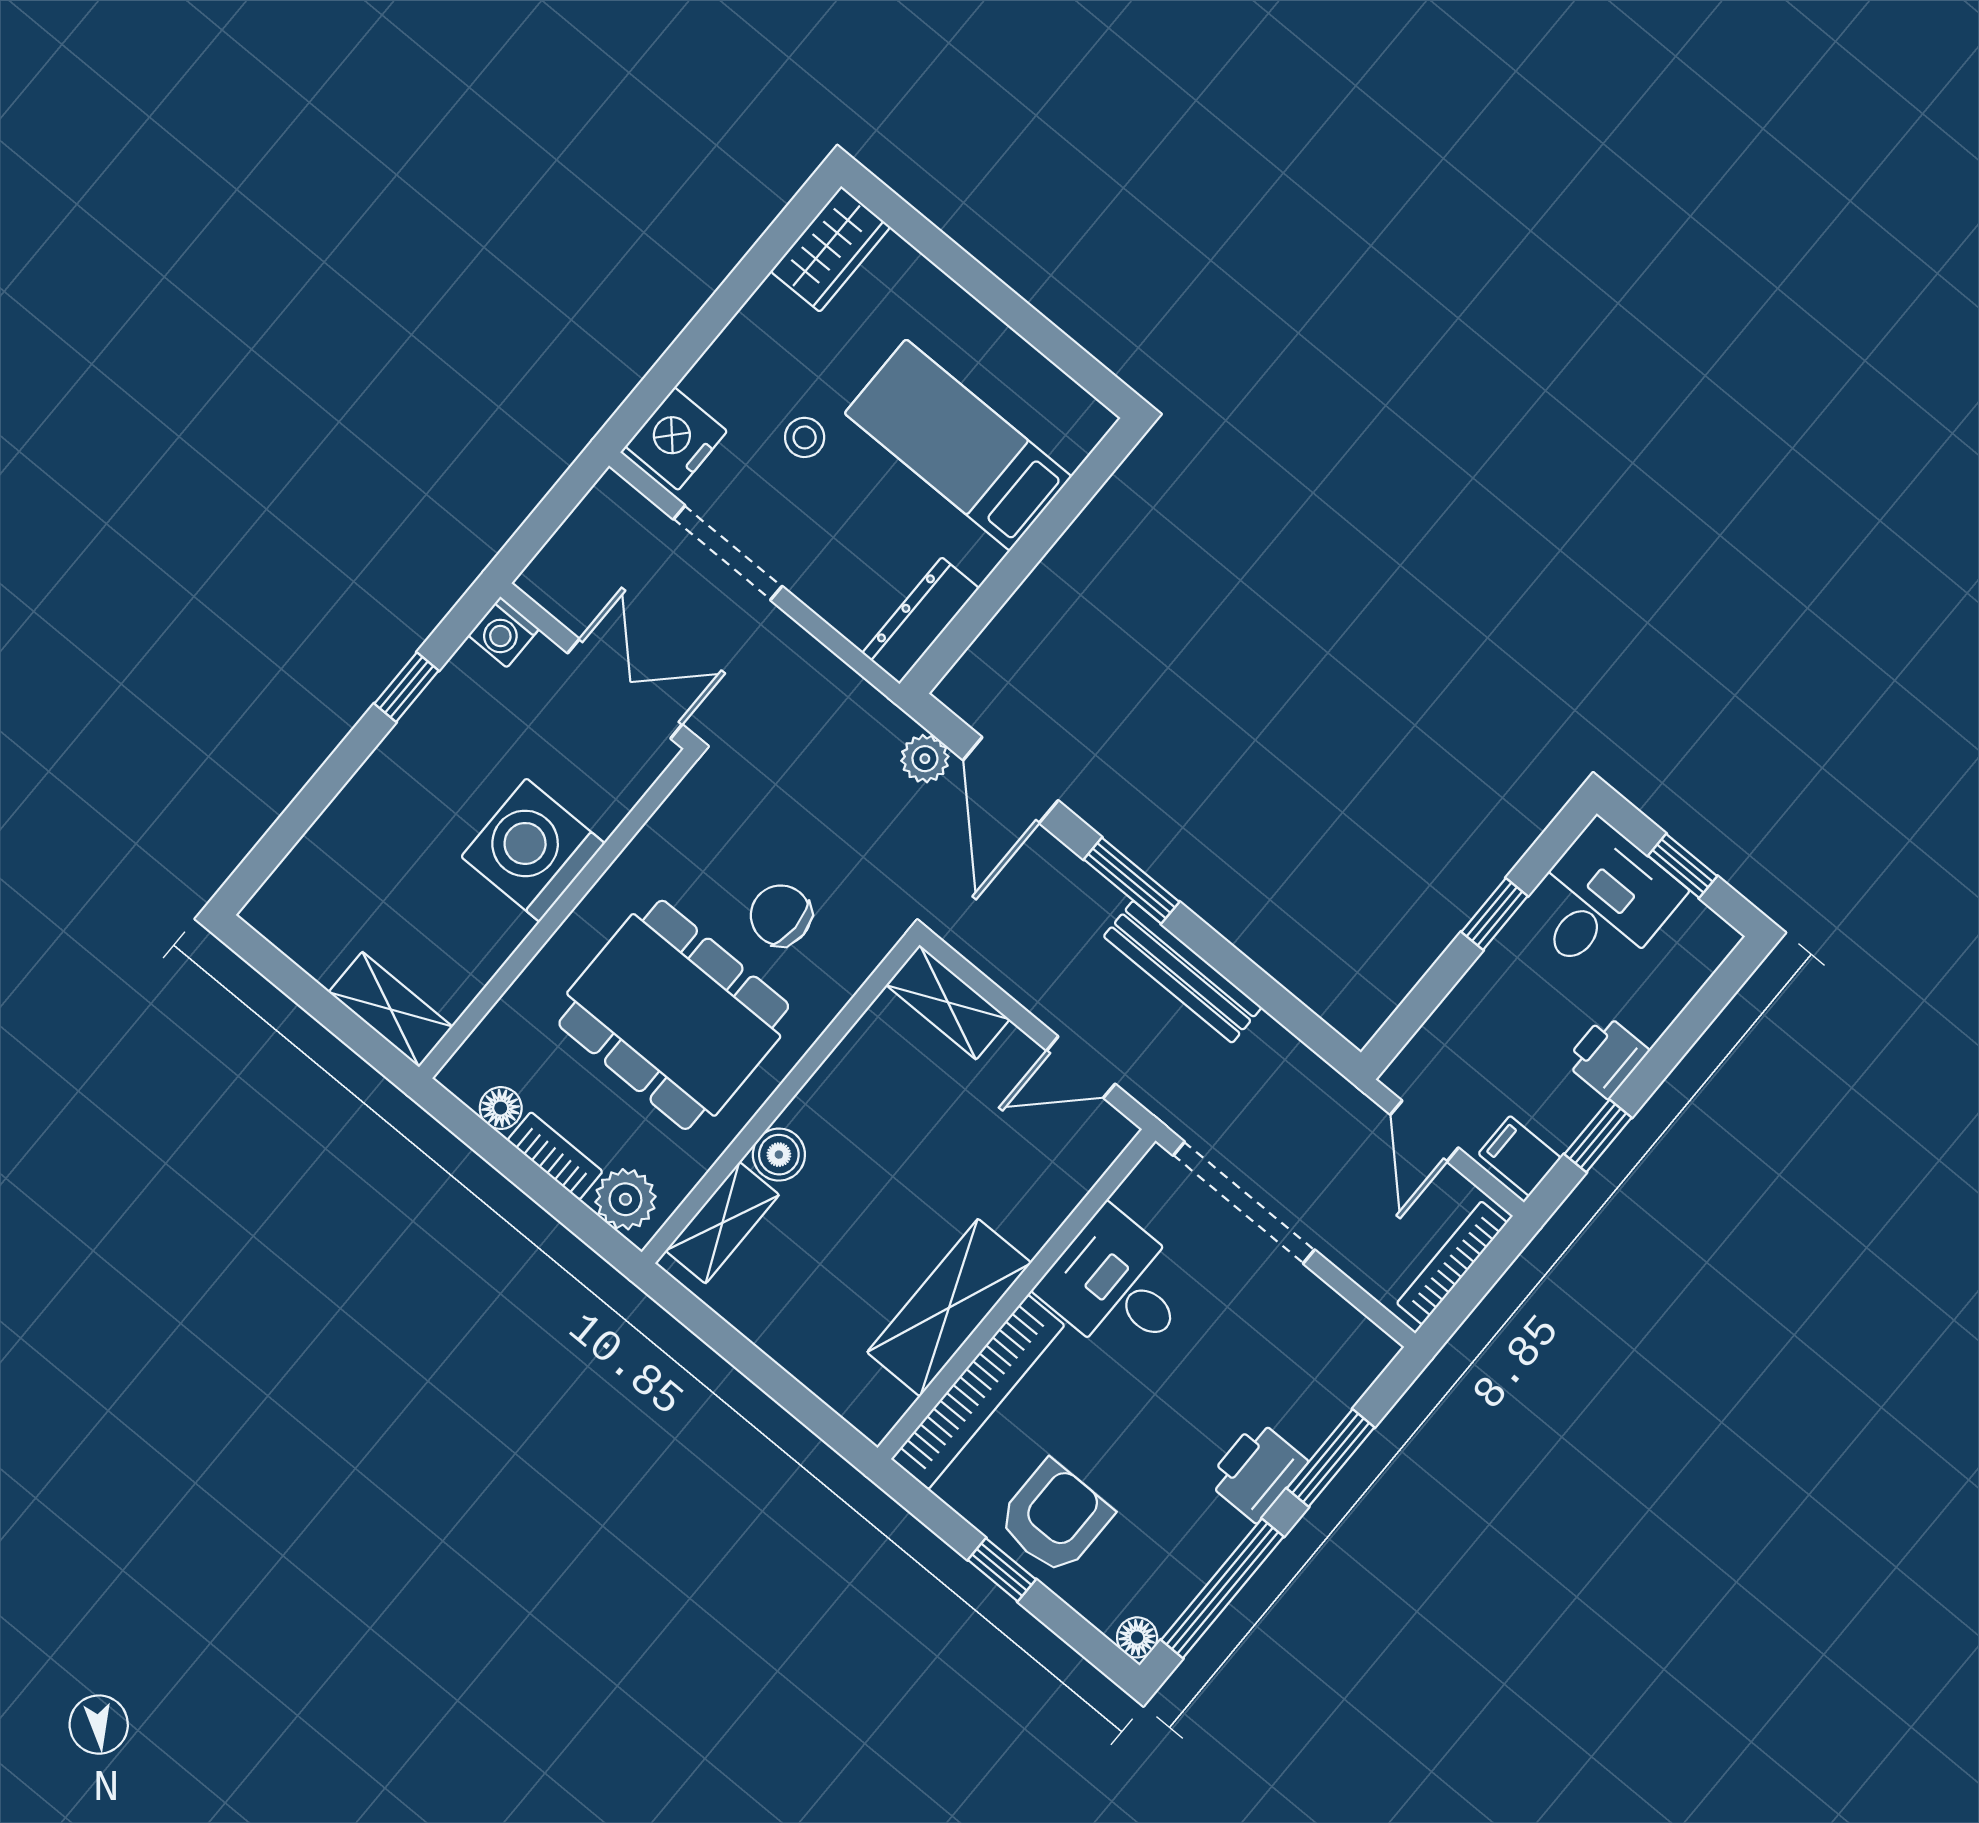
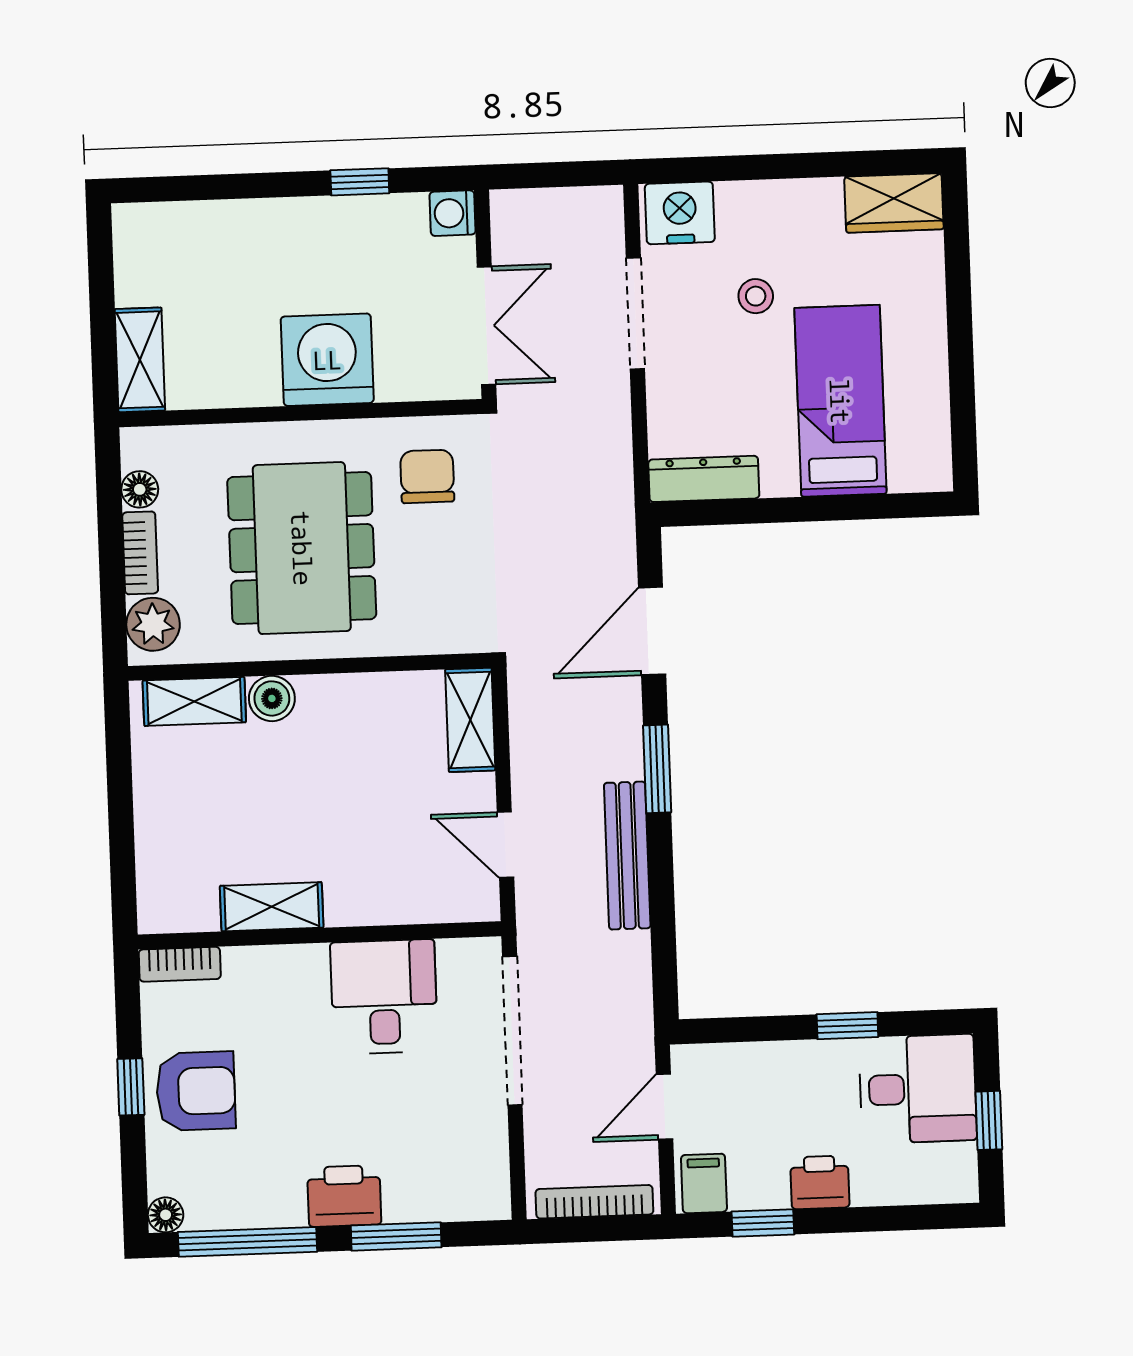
plant: (925, 759) -> (616, 562), removed
chair: (781, 915) -> (427, 476), moved
shelving: (949, 1308) -> (272, 907), width x0.67, depth x0.75
bookcase: (978, 1392) -> (180, 964), width x0.43, depth x0.76

